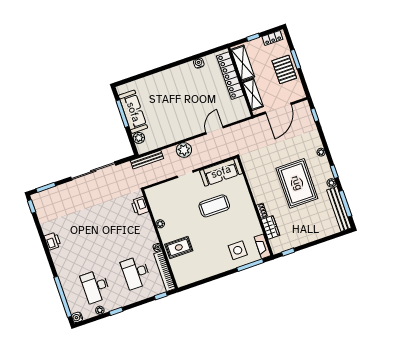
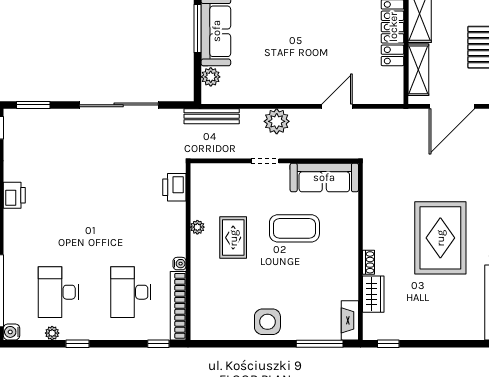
rug: (179, 247) -> (233, 238), moved, turned 90
side table: (238, 250) -> (267, 322), moved

